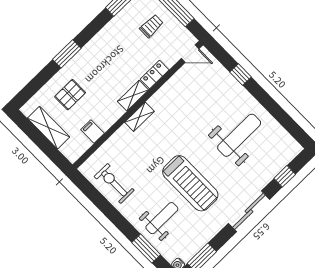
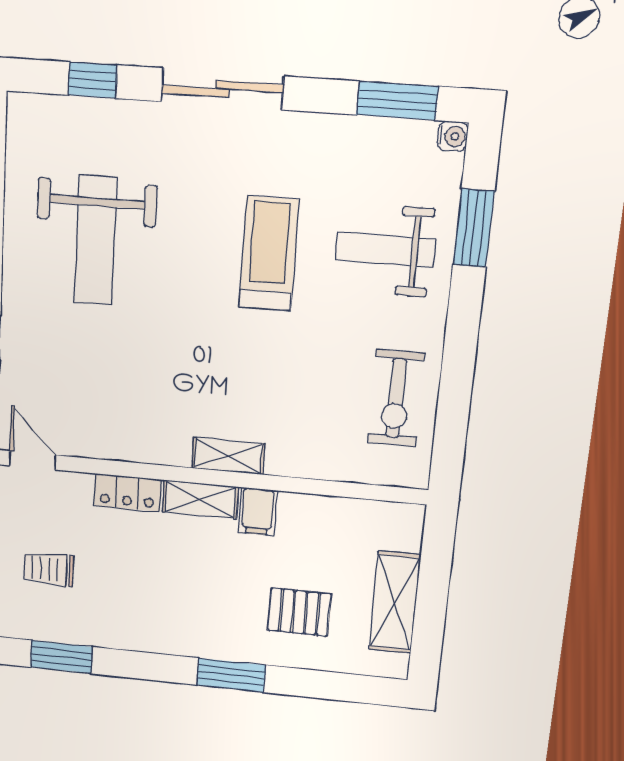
filing cabinet: (92, 131) -> (258, 512), moved
weight bench: (239, 135) -> (95, 240), turned -90
treadmill: (190, 183) -> (269, 254), width x0.73, depth x0.73

